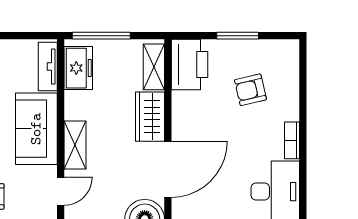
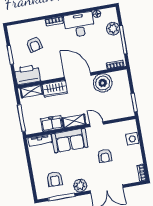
freezer: (78, 68) -> (52, 124), moved

